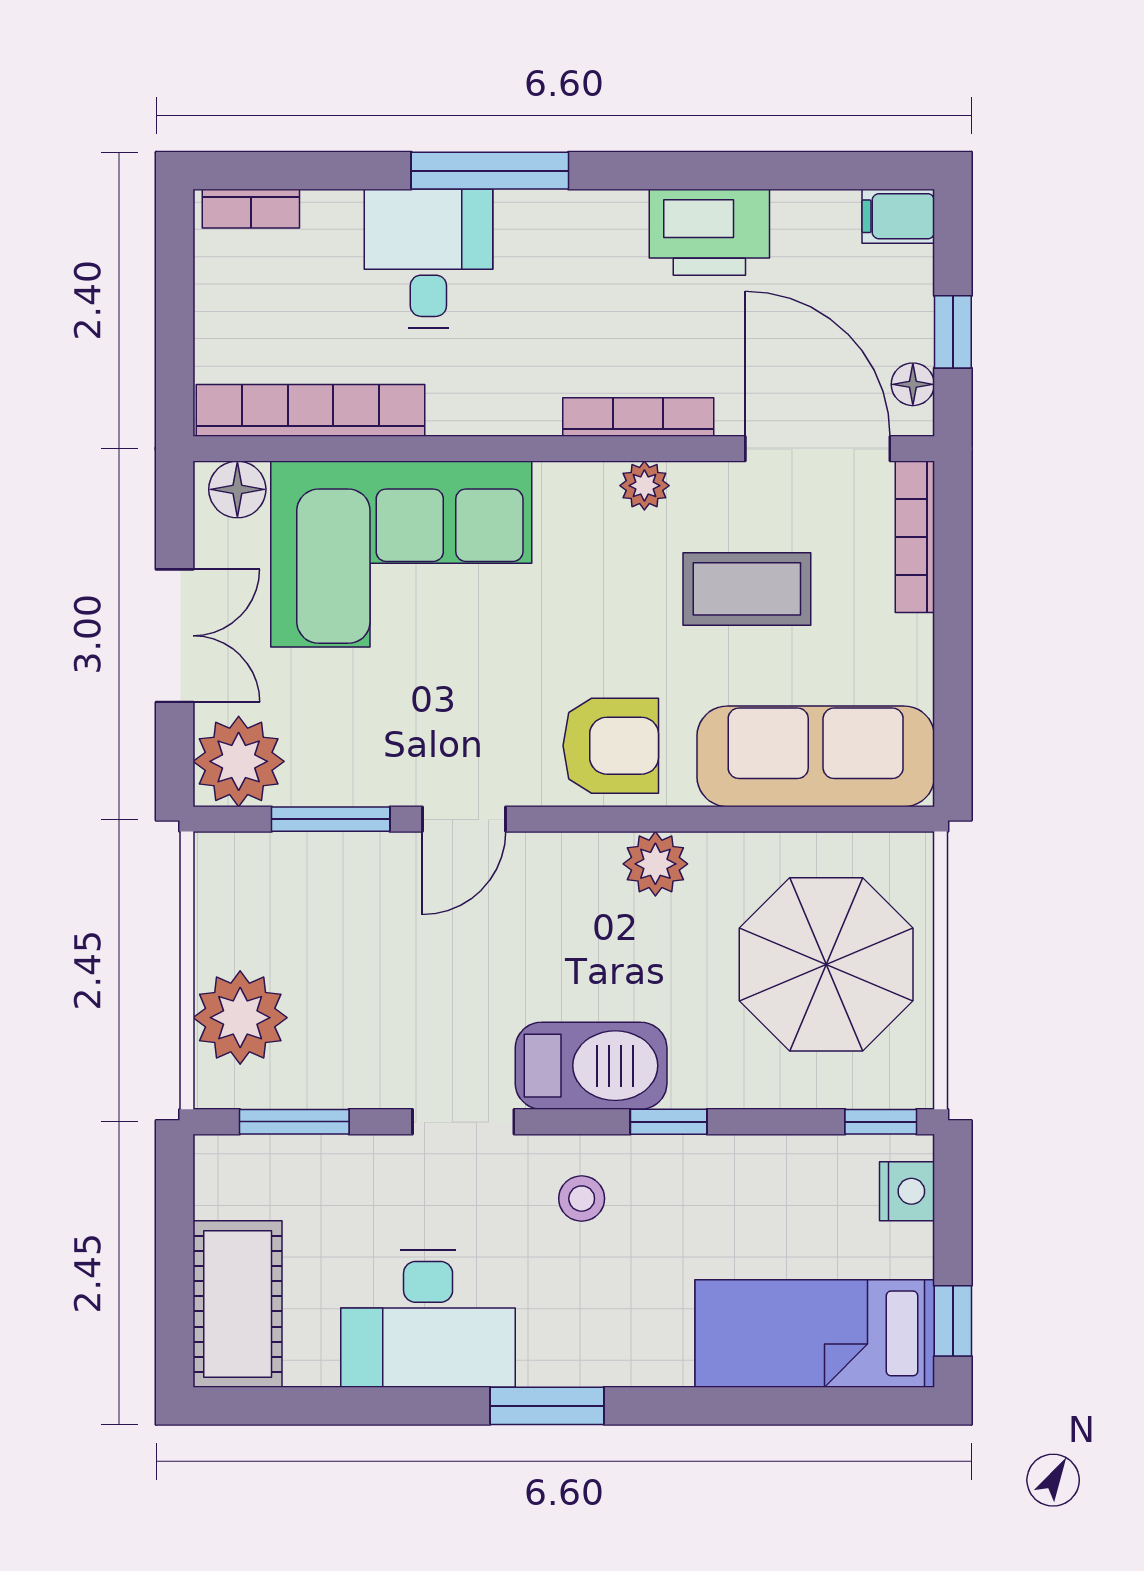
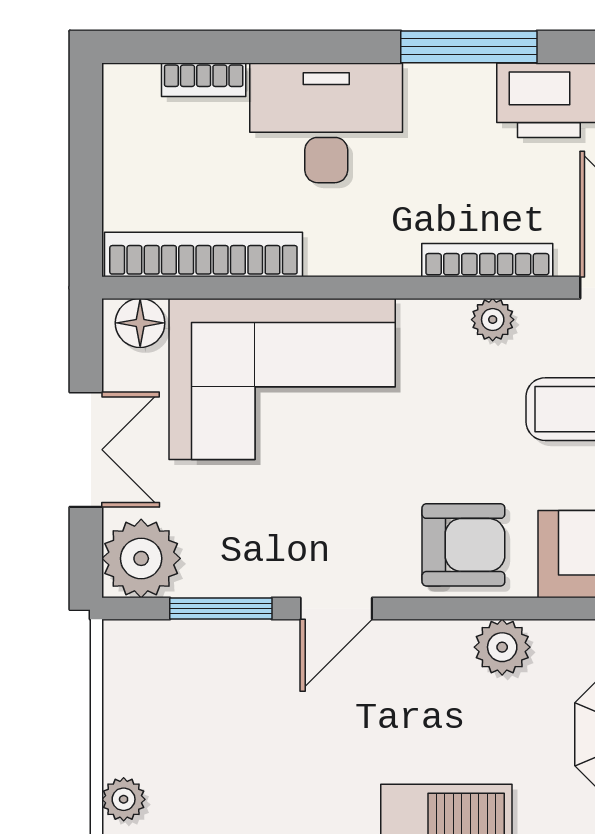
window: (490, 171) -> (469, 47), moved
bookcase: (251, 209) -> (204, 80), moved
desk: (428, 258) -> (326, 123), width x1.37
plant: (240, 1018) -> (124, 799), width x0.53, depth x0.53

